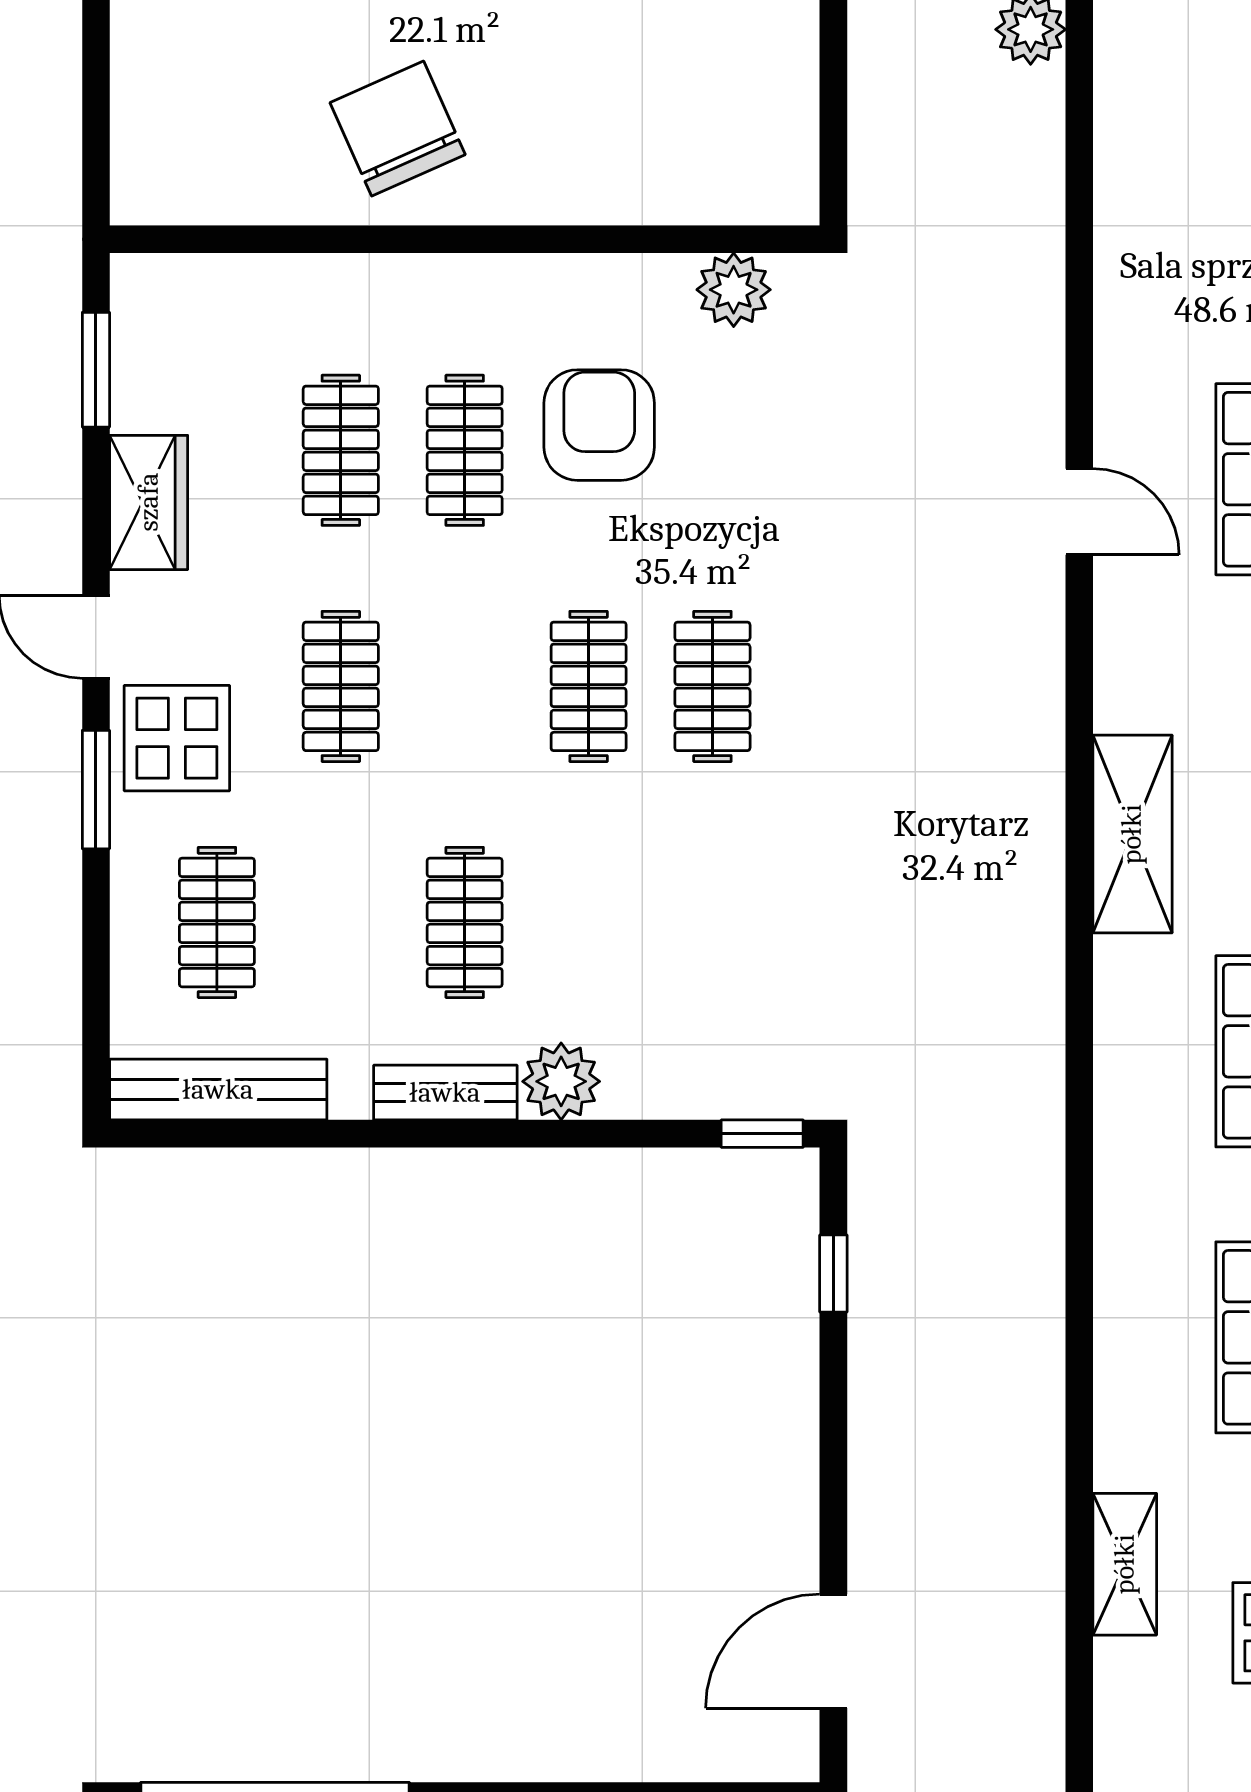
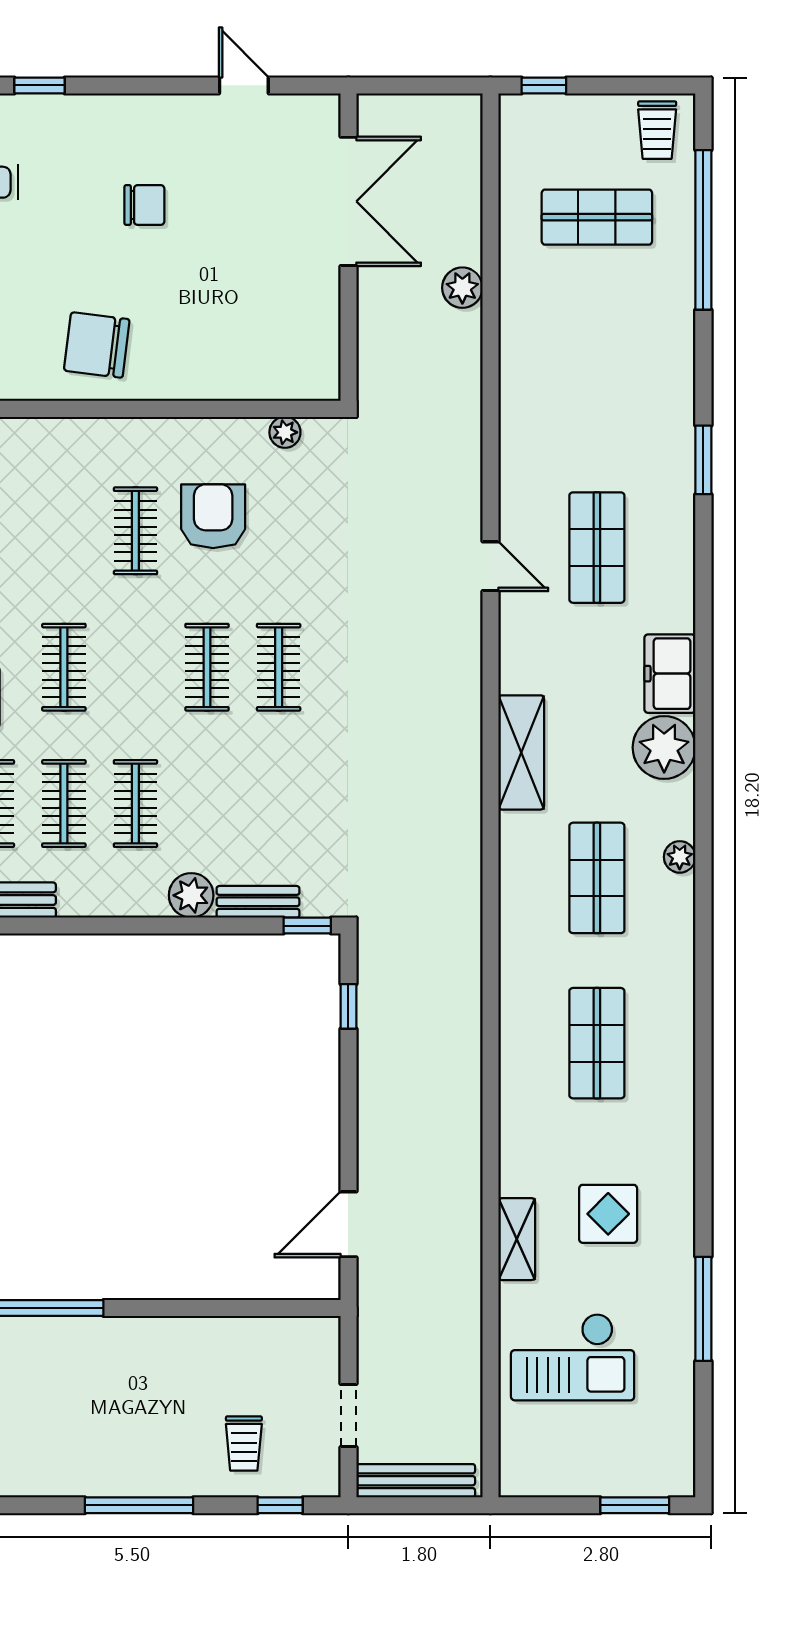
chair: (398, 129) -> (97, 345), turned -59
plant: (734, 290) -> (285, 432), width x0.73, depth x0.73
clothes rail: (341, 450) -> (64, 804), moved
bench: (445, 1093) -> (258, 902), moved
shelving: (1125, 1564) -> (517, 1239), moved

